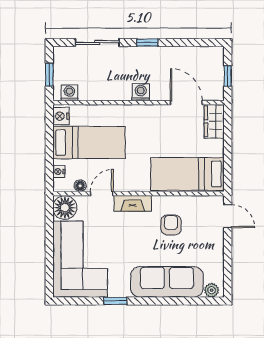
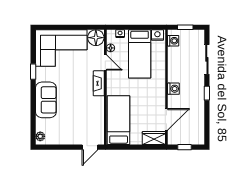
armchair: (171, 225) -> (84, 109), removed
sofa: (167, 282) -> (46, 100), width x0.73

